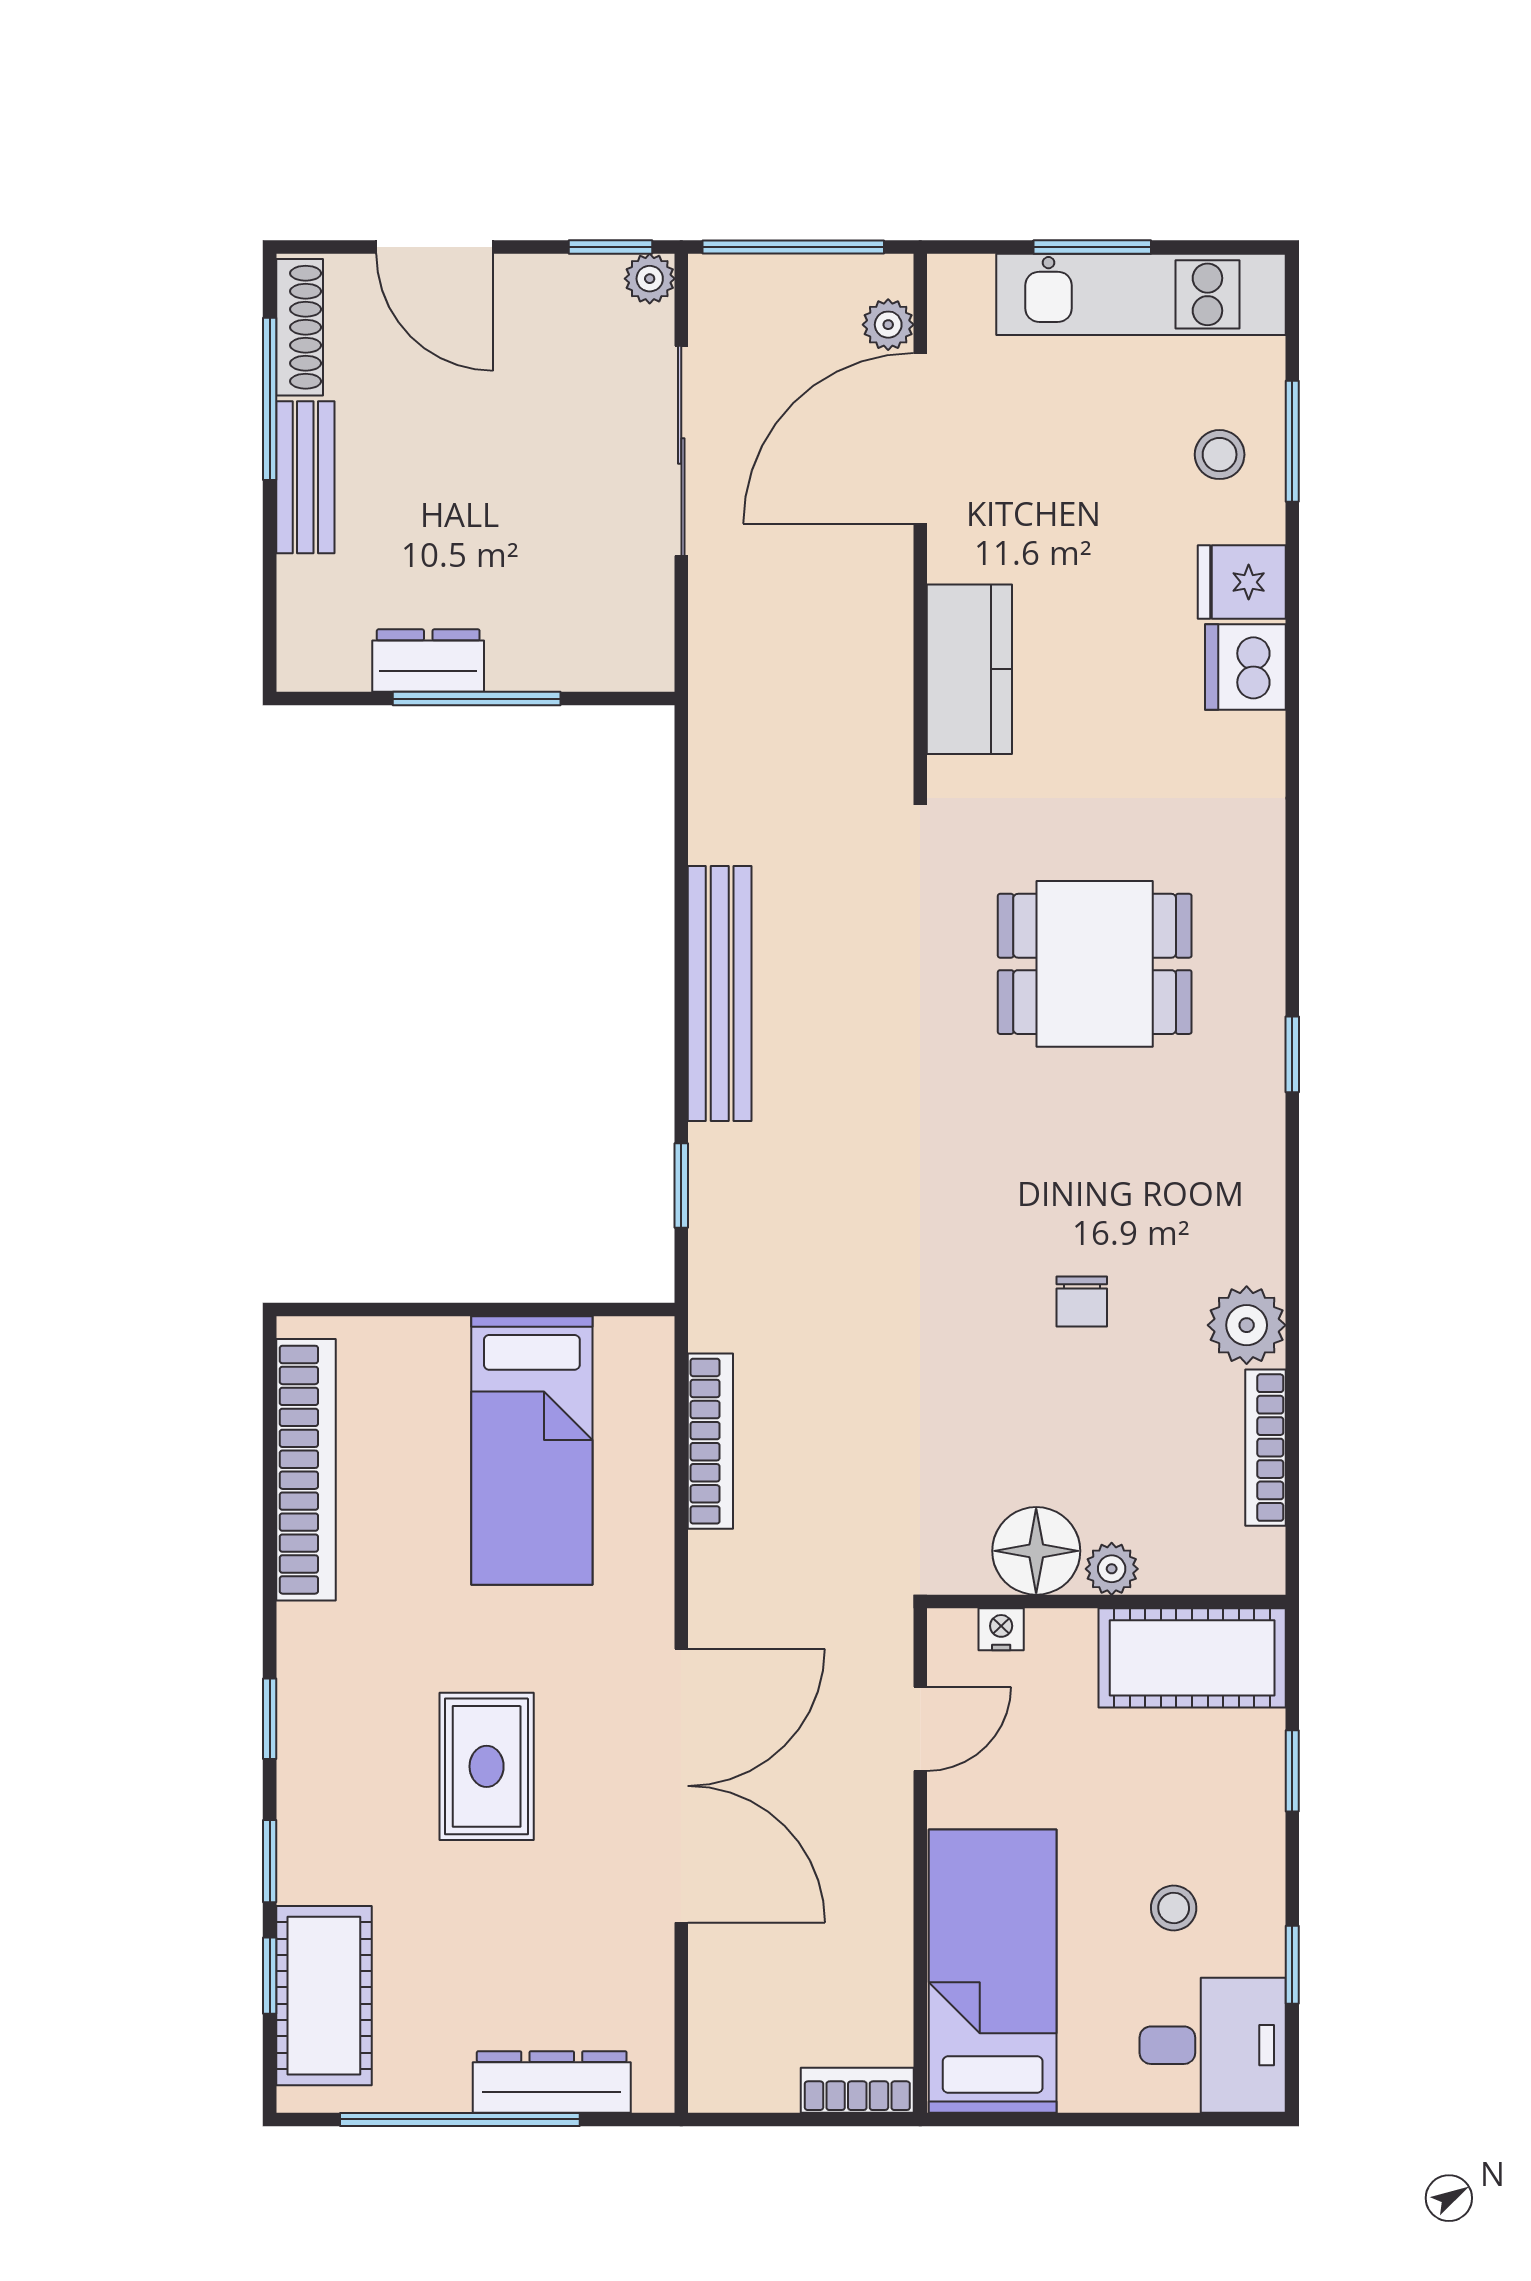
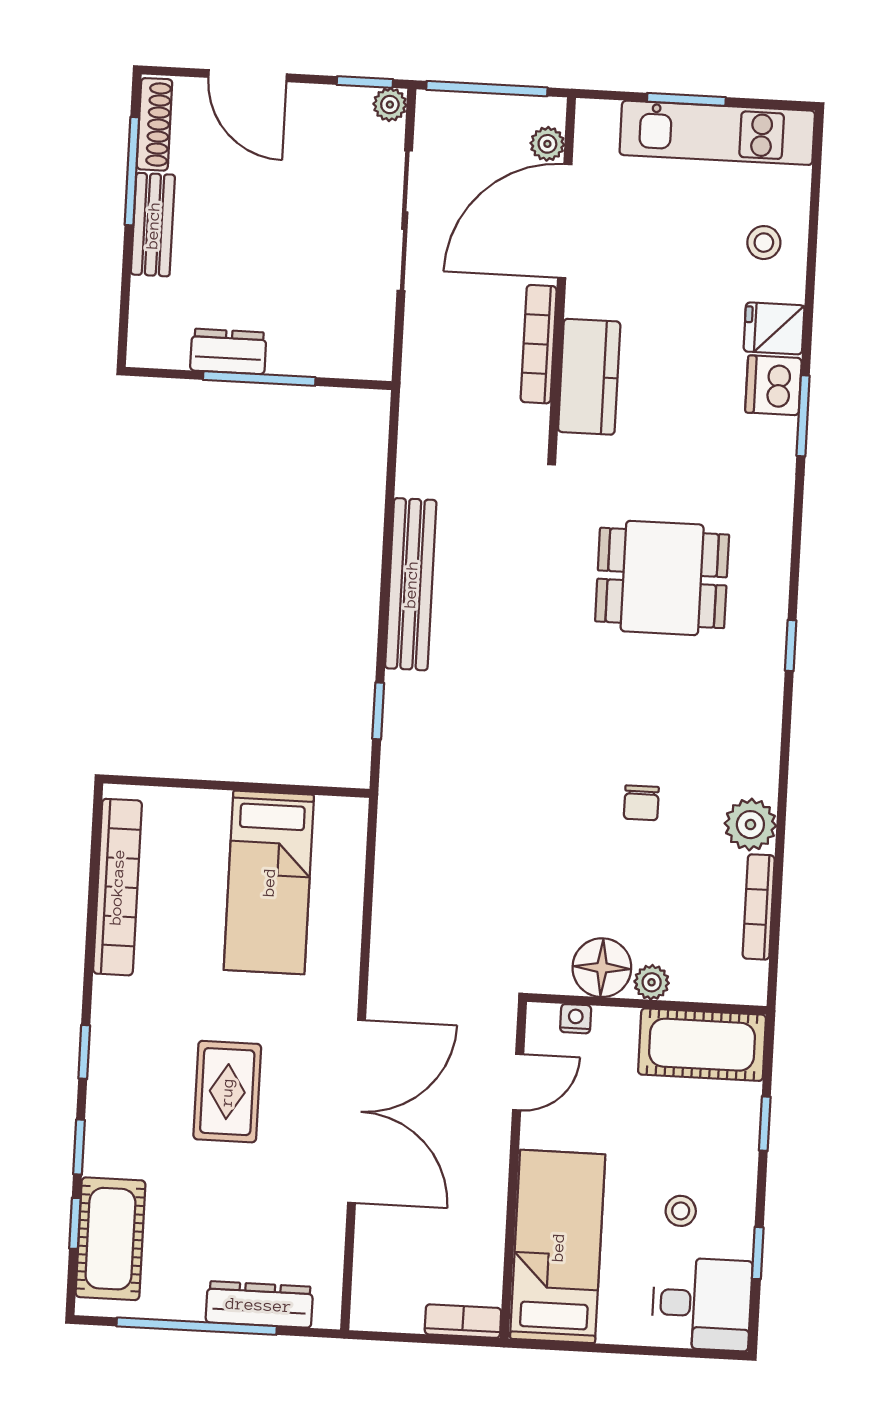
window: (1292, 441) -> (803, 416), moved
bookcase: (710, 1441) -> (539, 344), moved, turned 180

